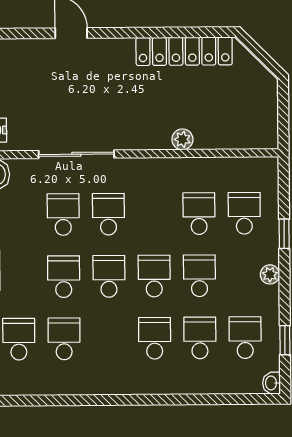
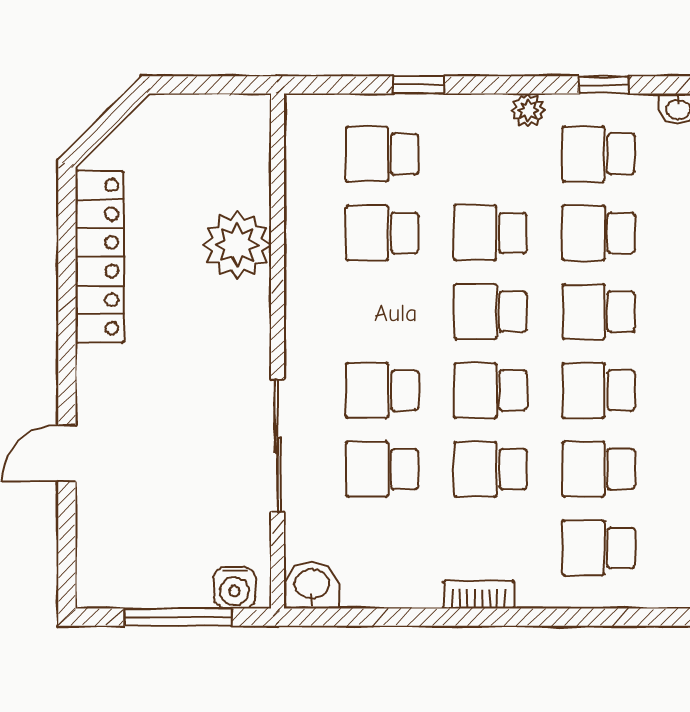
plant: (182, 139) -> (237, 245), width x1.88, depth x1.88
plant: (270, 274) -> (528, 110), moved
school desk: (109, 339) -> (599, 390), added

